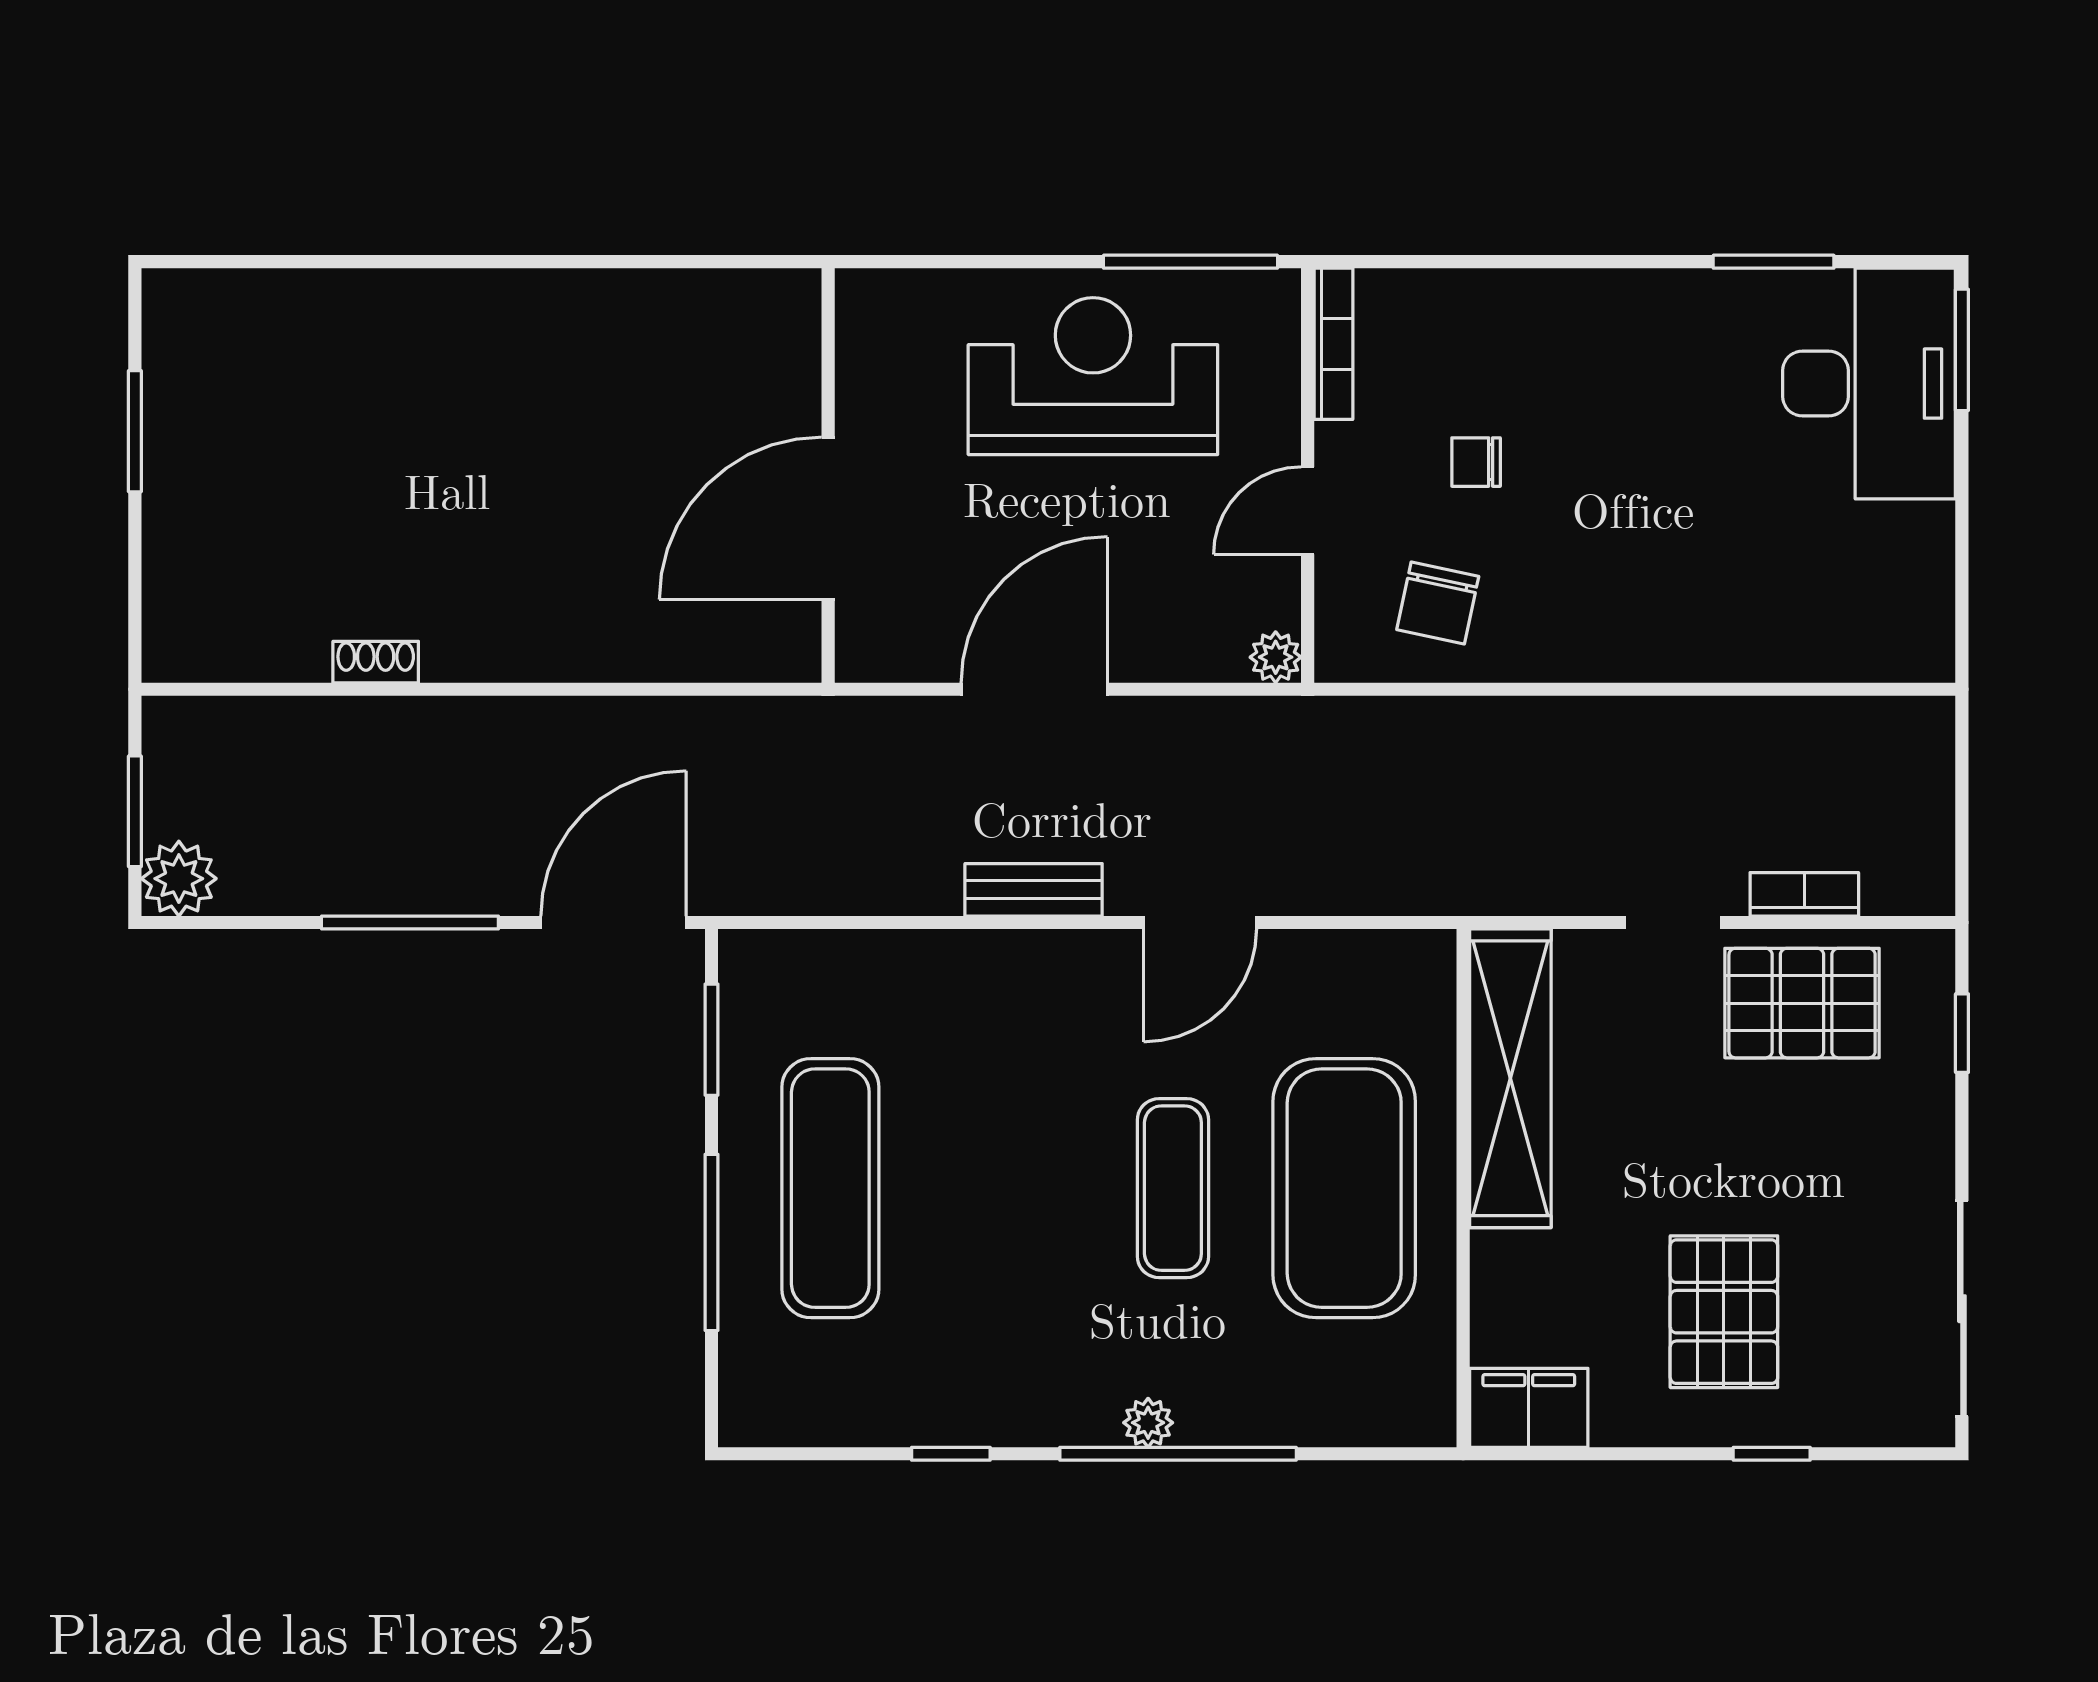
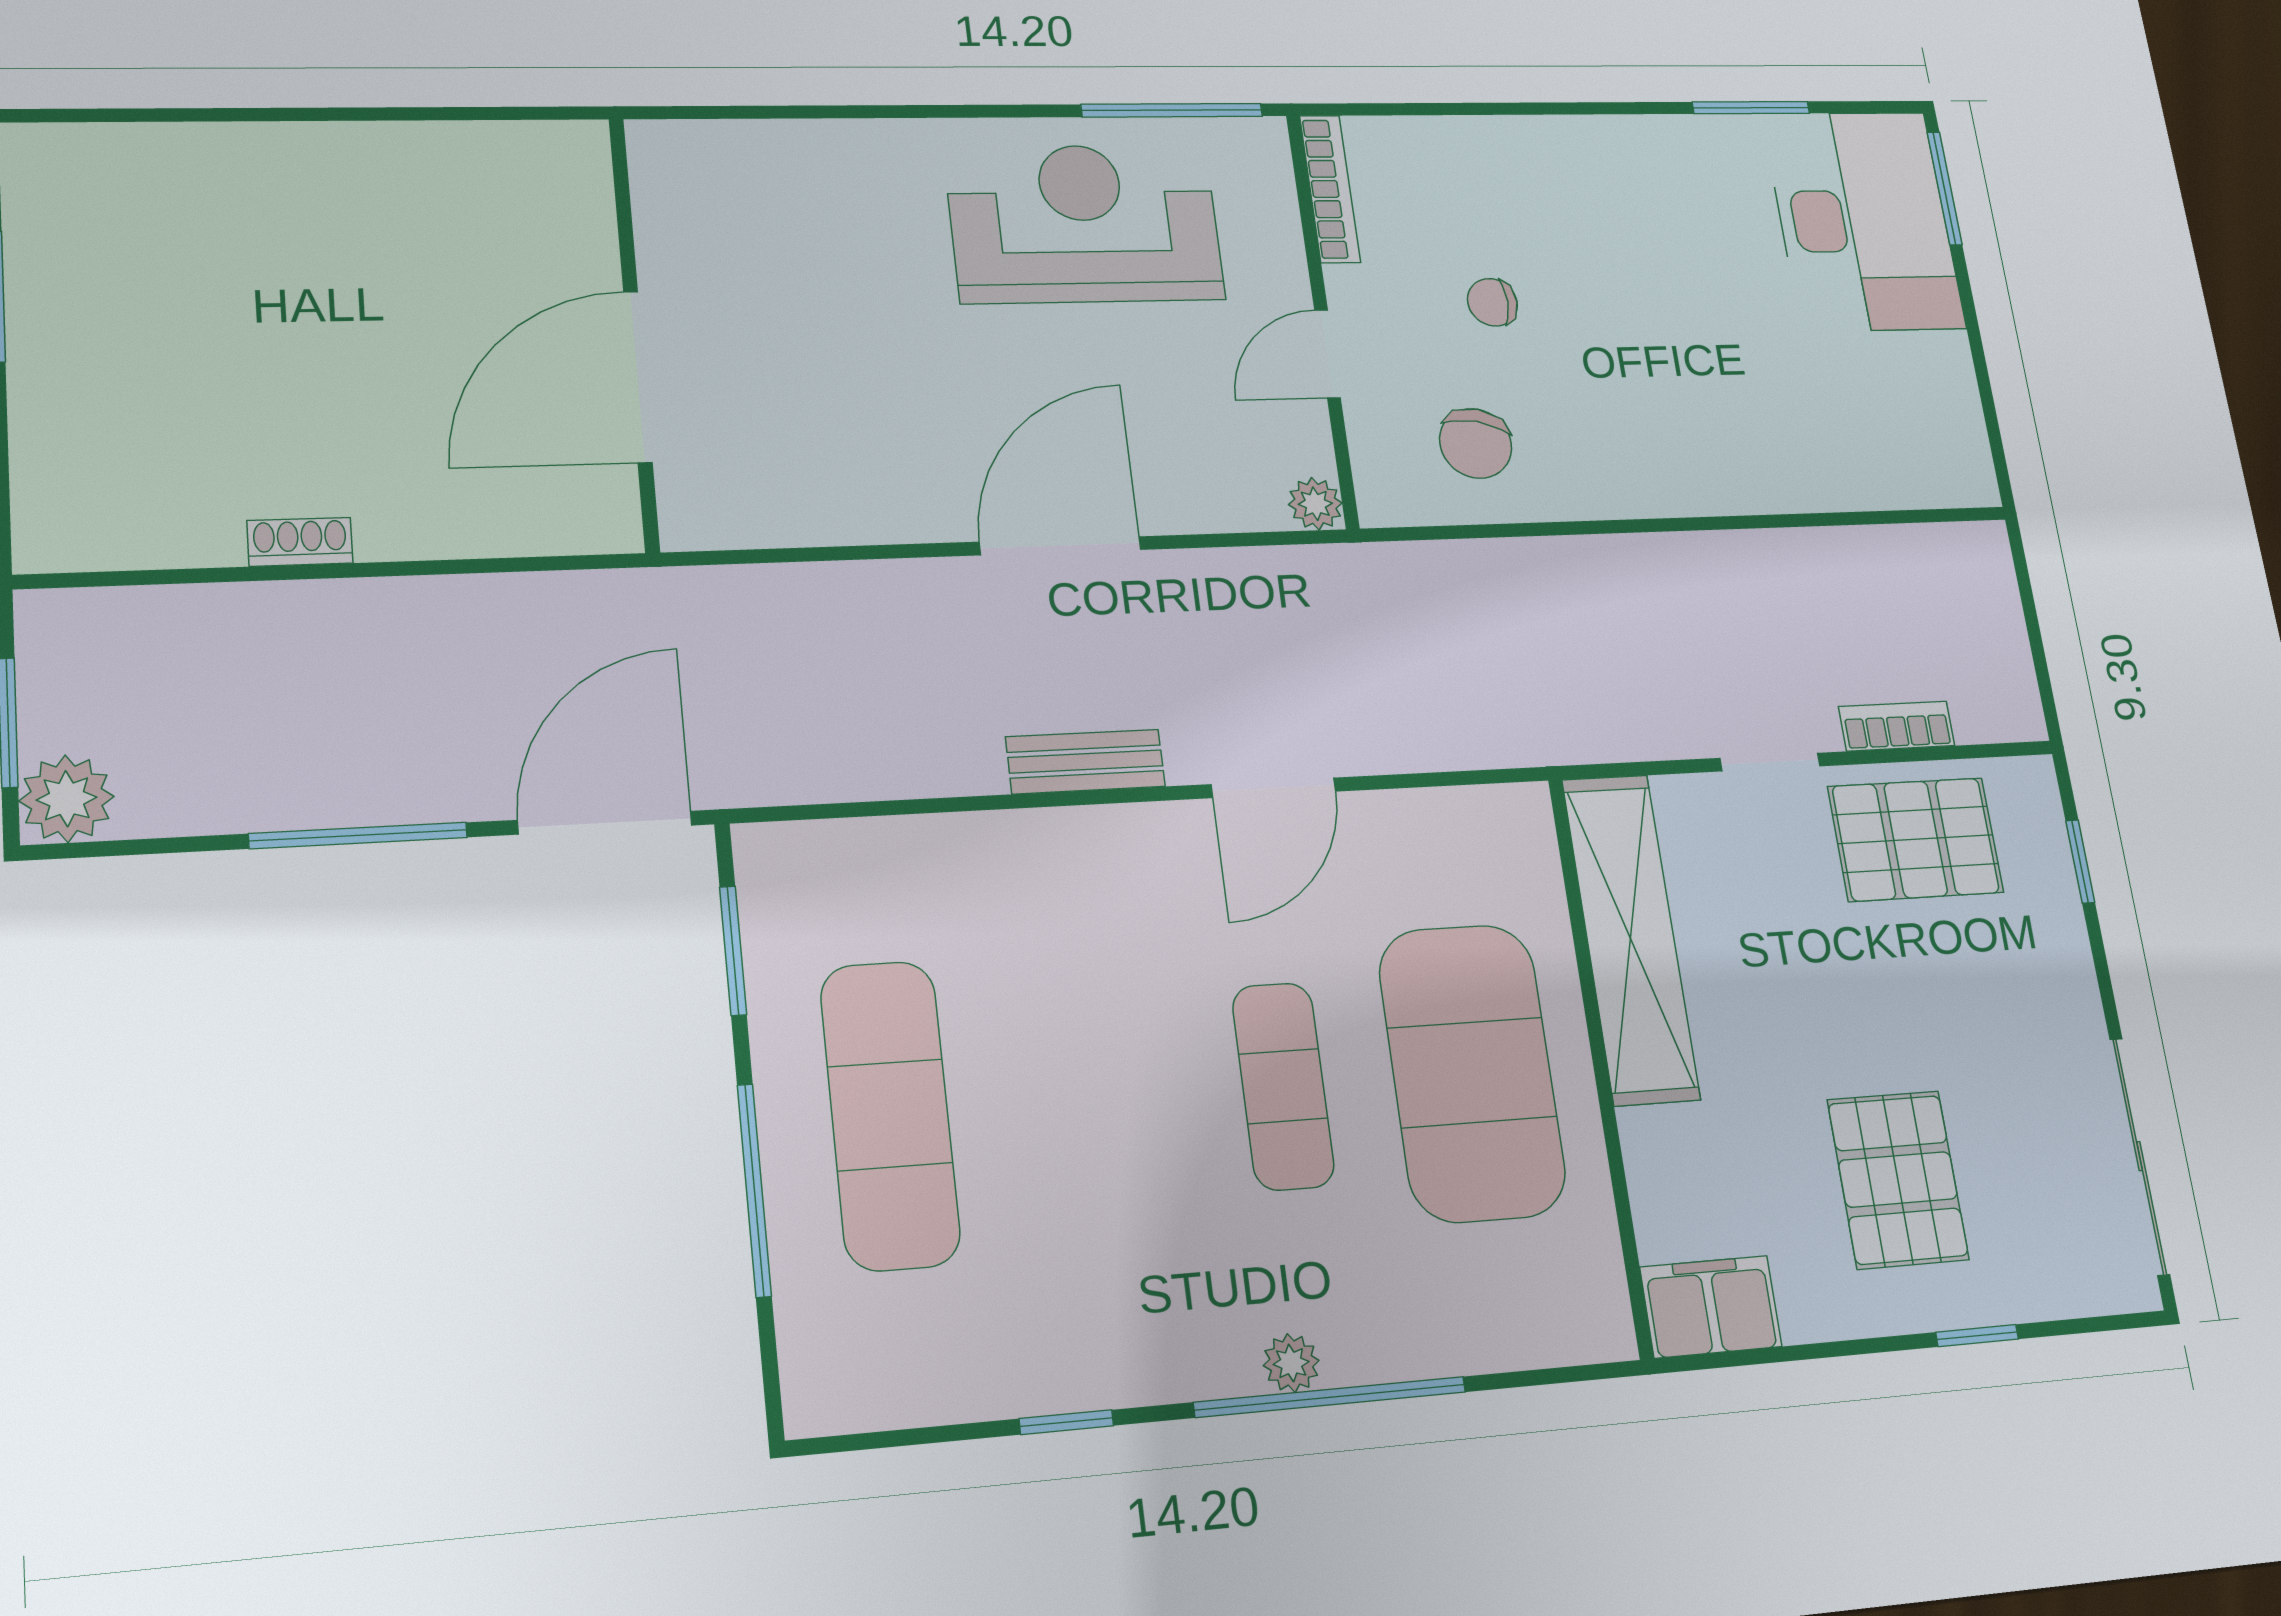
wall: (828, 475) -> (634, 332), moved
door: (828, 518) -> (638, 377), moved

